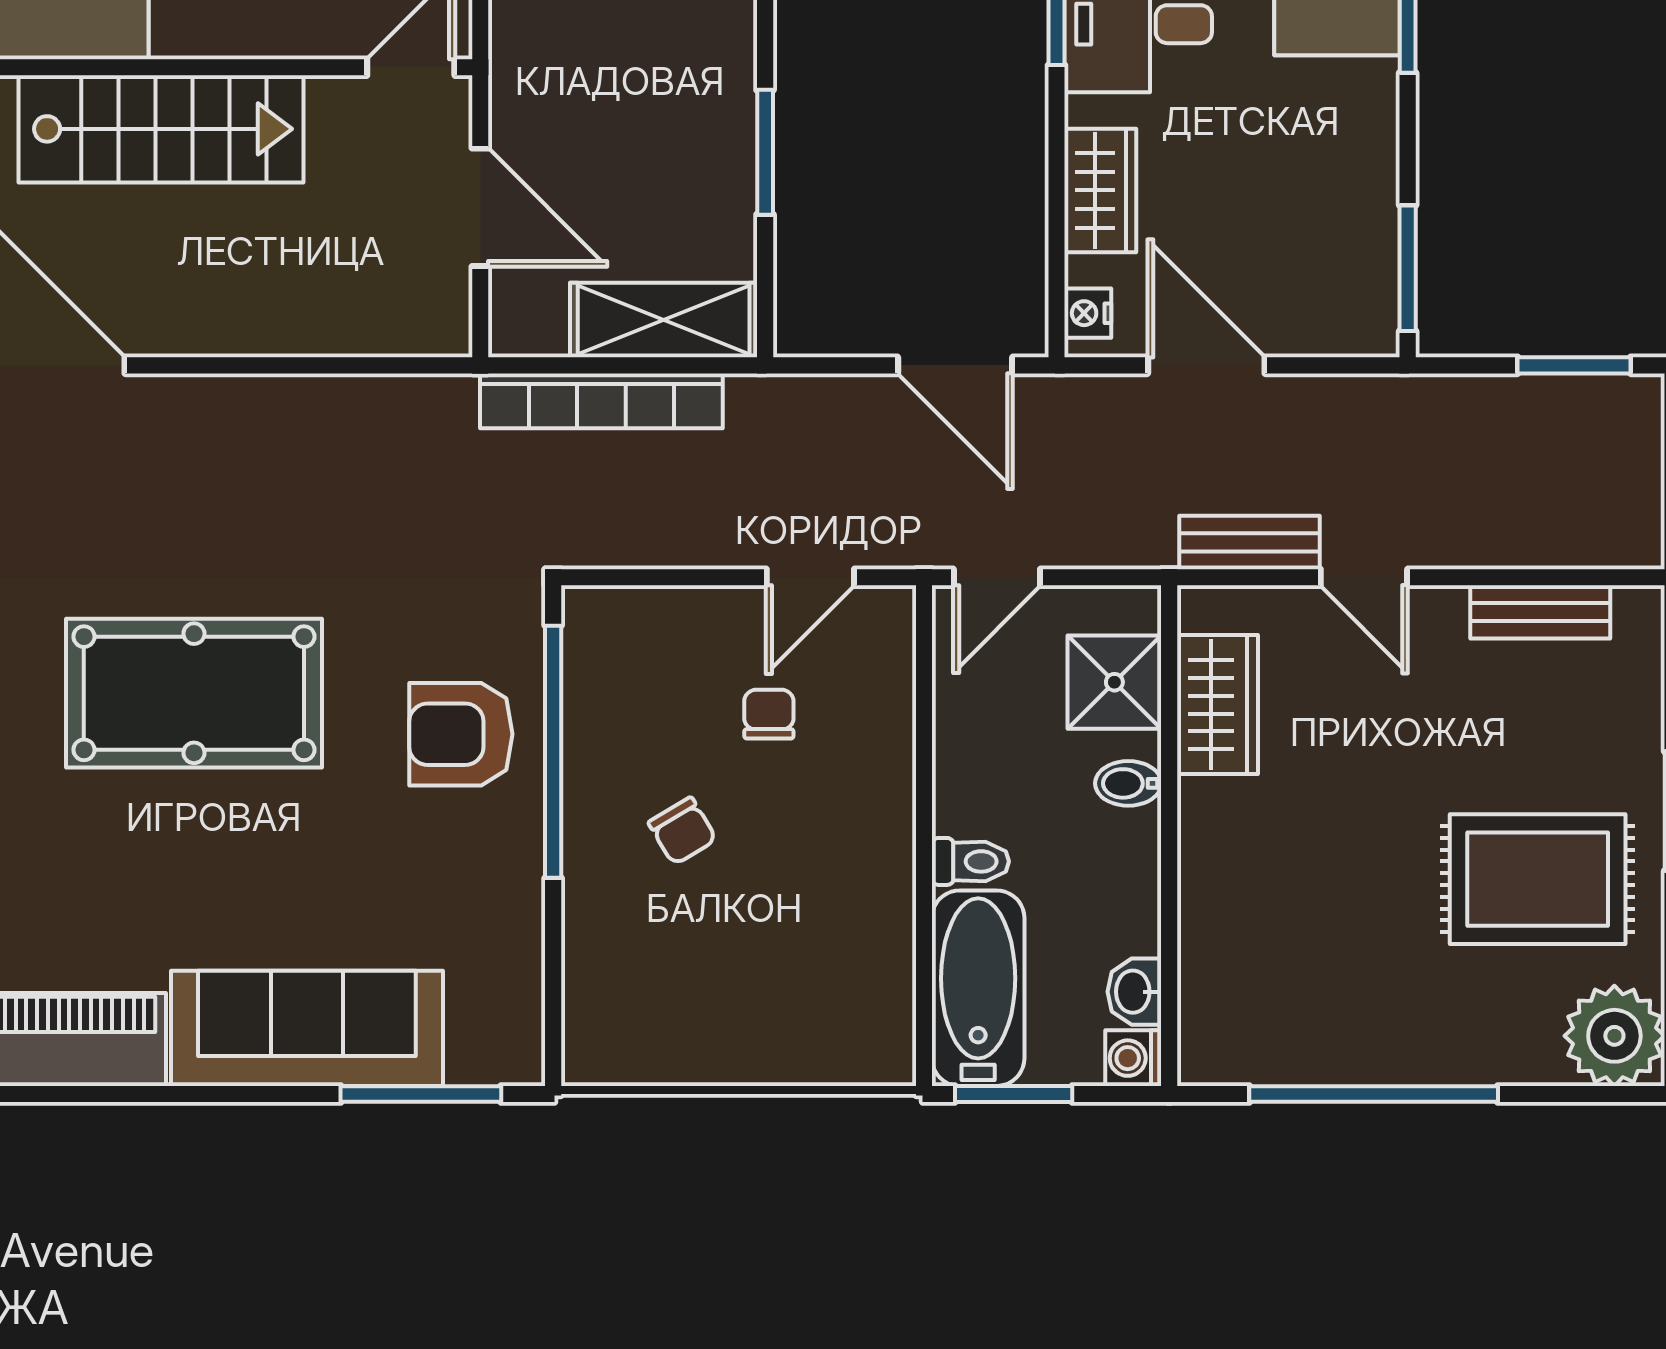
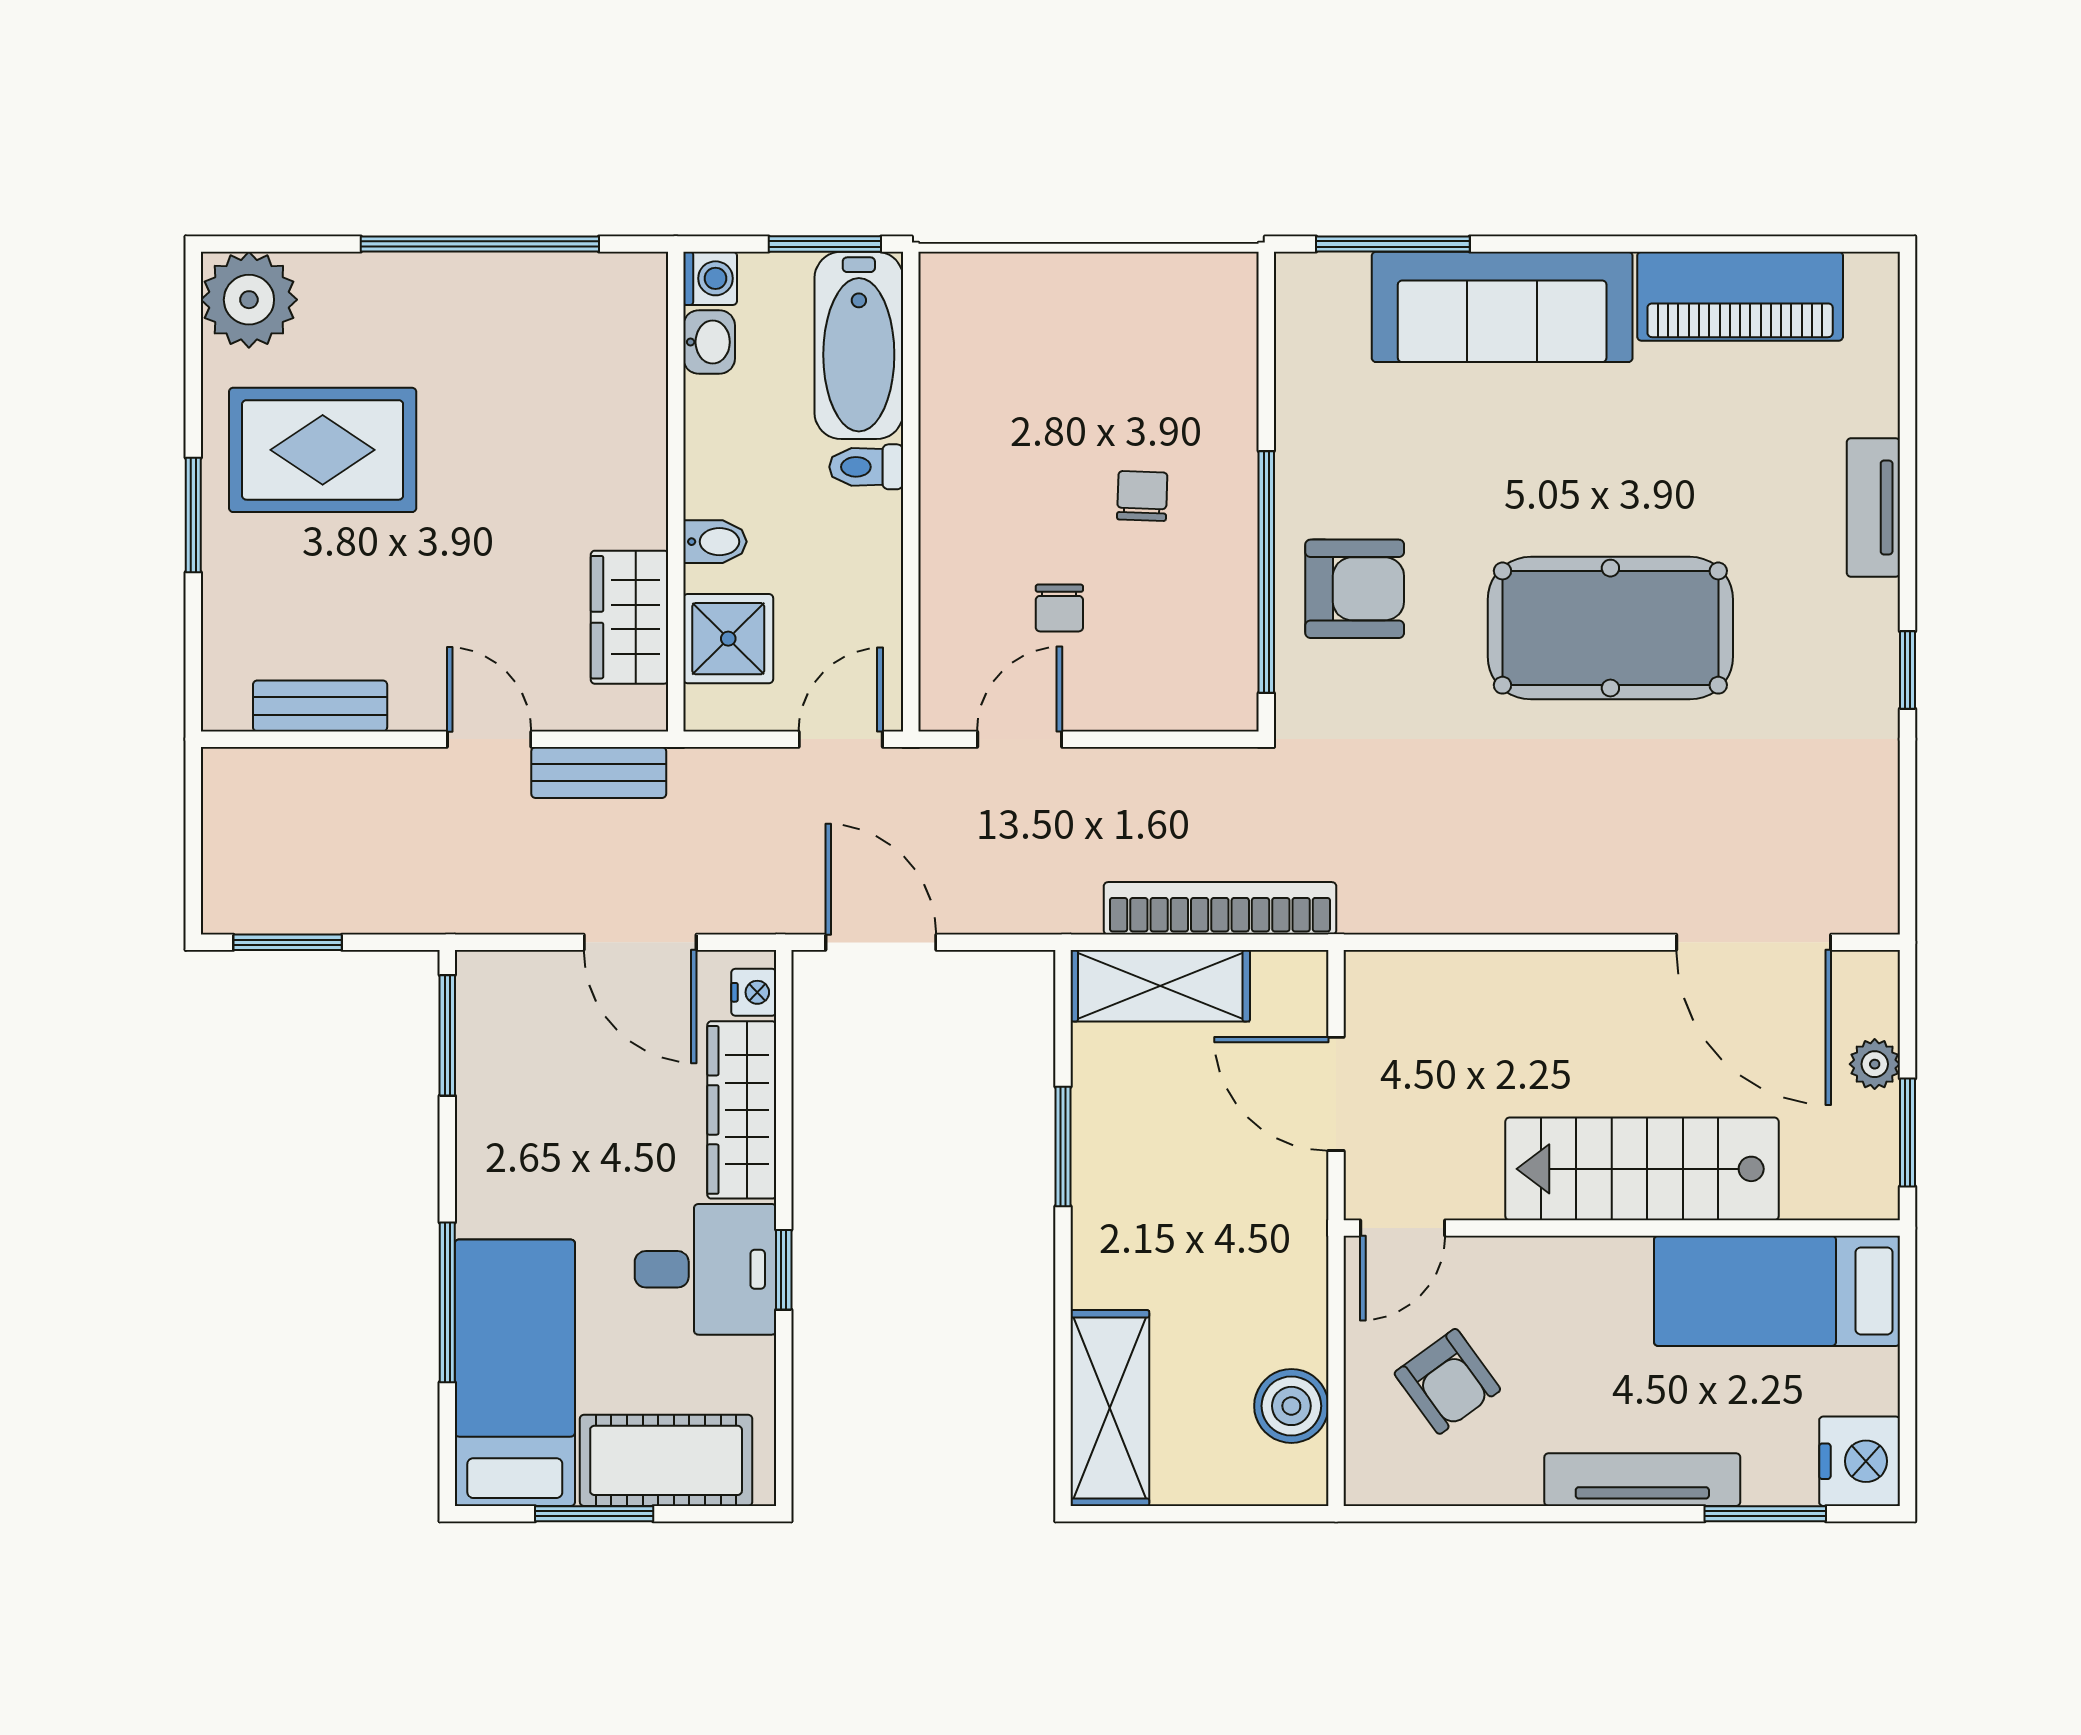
wardrobe: (1100, 190) -> (742, 1110), width x1.50
chair: (682, 831) -> (1142, 496), turned 33

